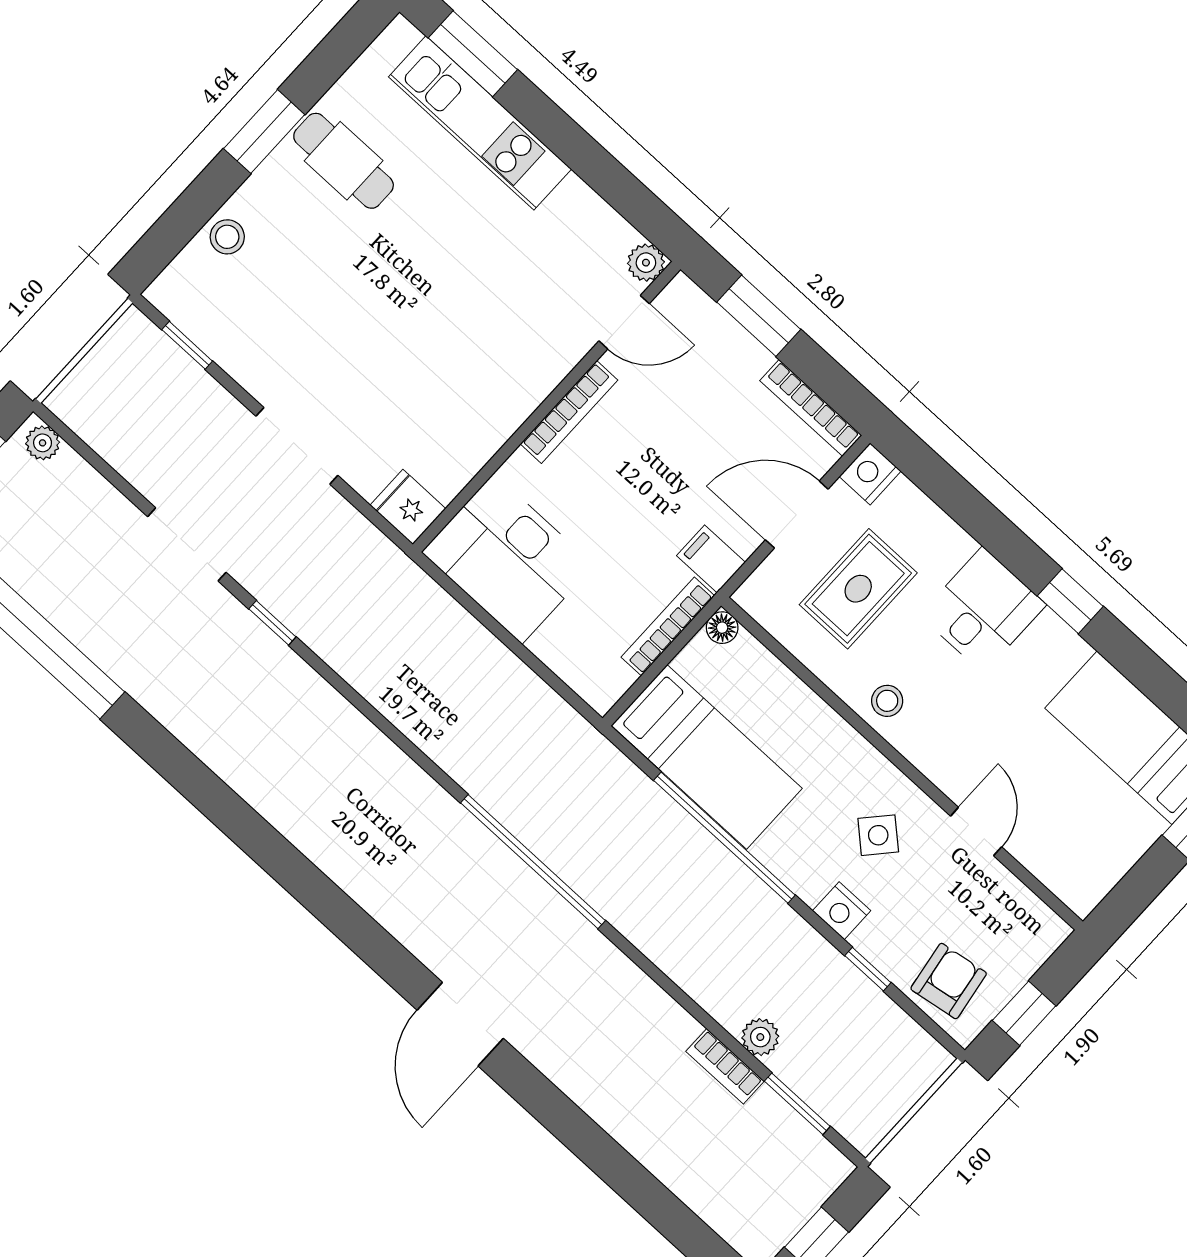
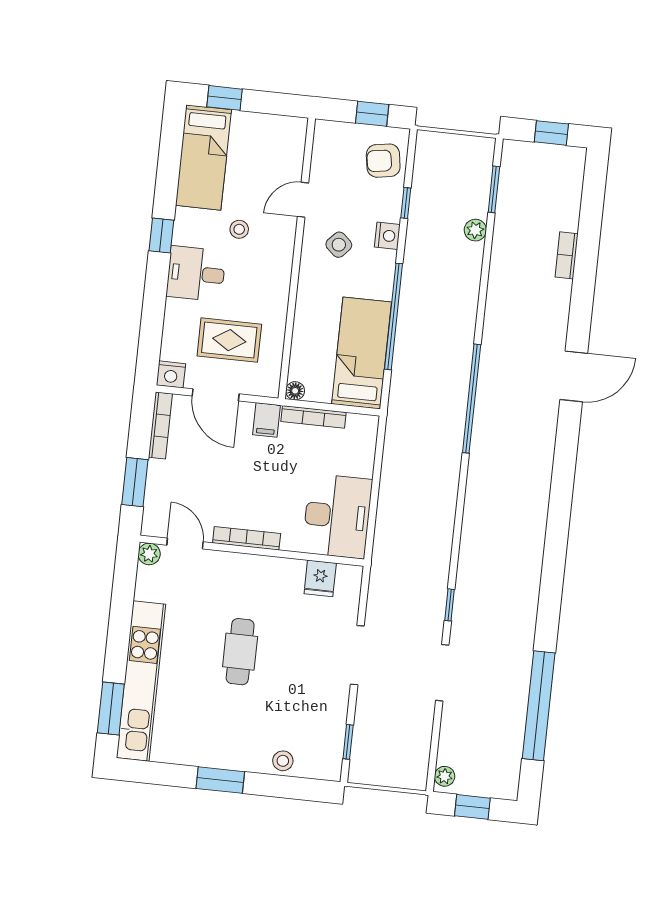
kitchen unit: (480, 123) -> (141, 681), width x1.36
cafe table: (344, 161) -> (240, 652), moved
fridge: (408, 507) -> (320, 578), moved
stool: (887, 701) -> (239, 229), moved
bookcase: (725, 1066) -> (567, 255), moved, turned 180

